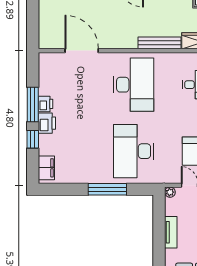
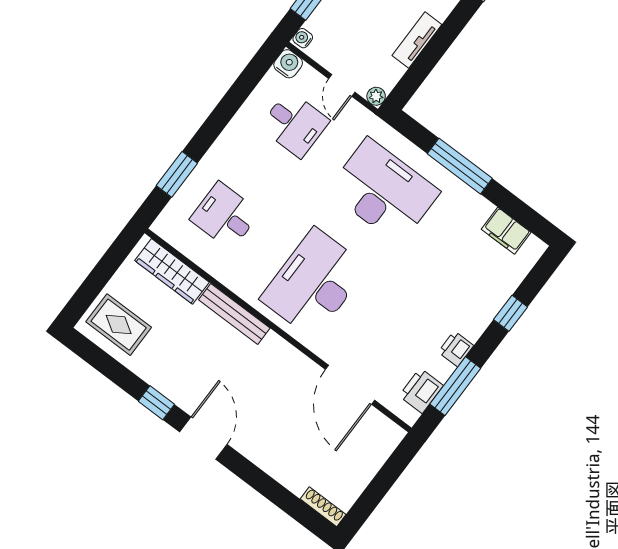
window: (33, 105) -> (455, 386), moved
printer: (47, 123) -> (421, 391), moved
desk: (134, 151) -> (383, 191), turned -90
filing cabinet: (46, 168) -> (506, 231), moved, turned -90

